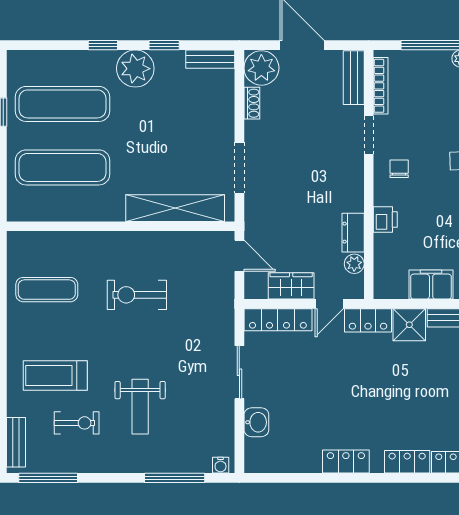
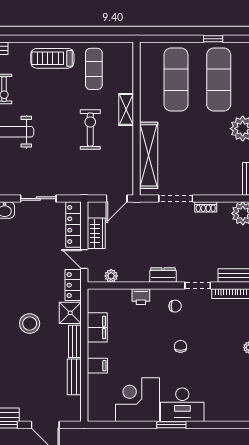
shoe rack: (252, 103) -> (206, 207), moved
dresser: (353, 233) -> (163, 275), moved
shelving: (107, 242) -> (126, 109), added
treadmill: (55, 375) -> (52, 58), moved, turned -90
stool: (425, 385) -> (30, 323), added

